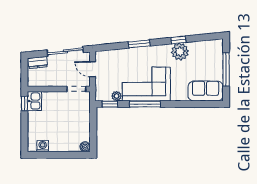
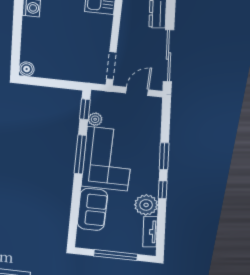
window: (178, 40) -> (163, 190), moved
tv unit: (202, 46) -> (150, 232), added
sofa: (206, 91) -> (92, 210), moved

